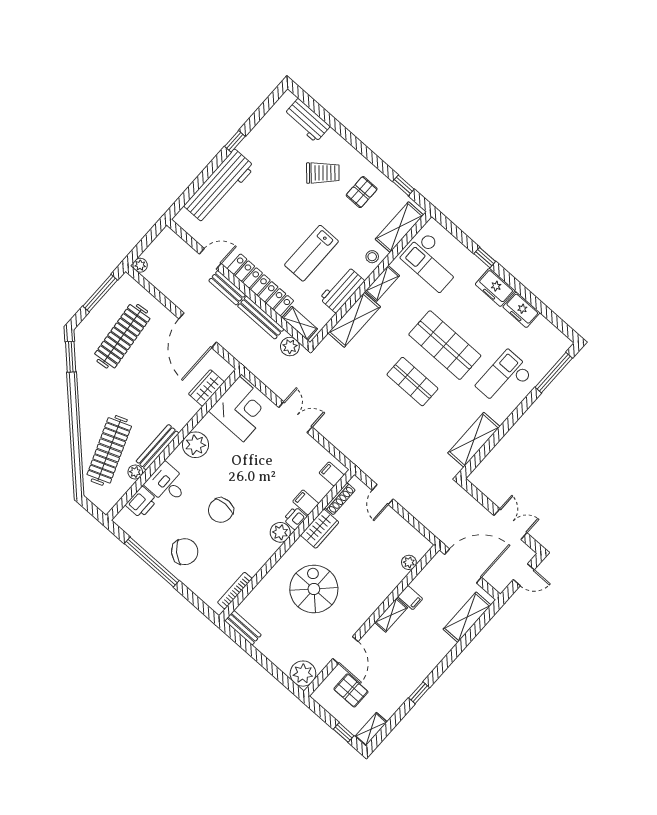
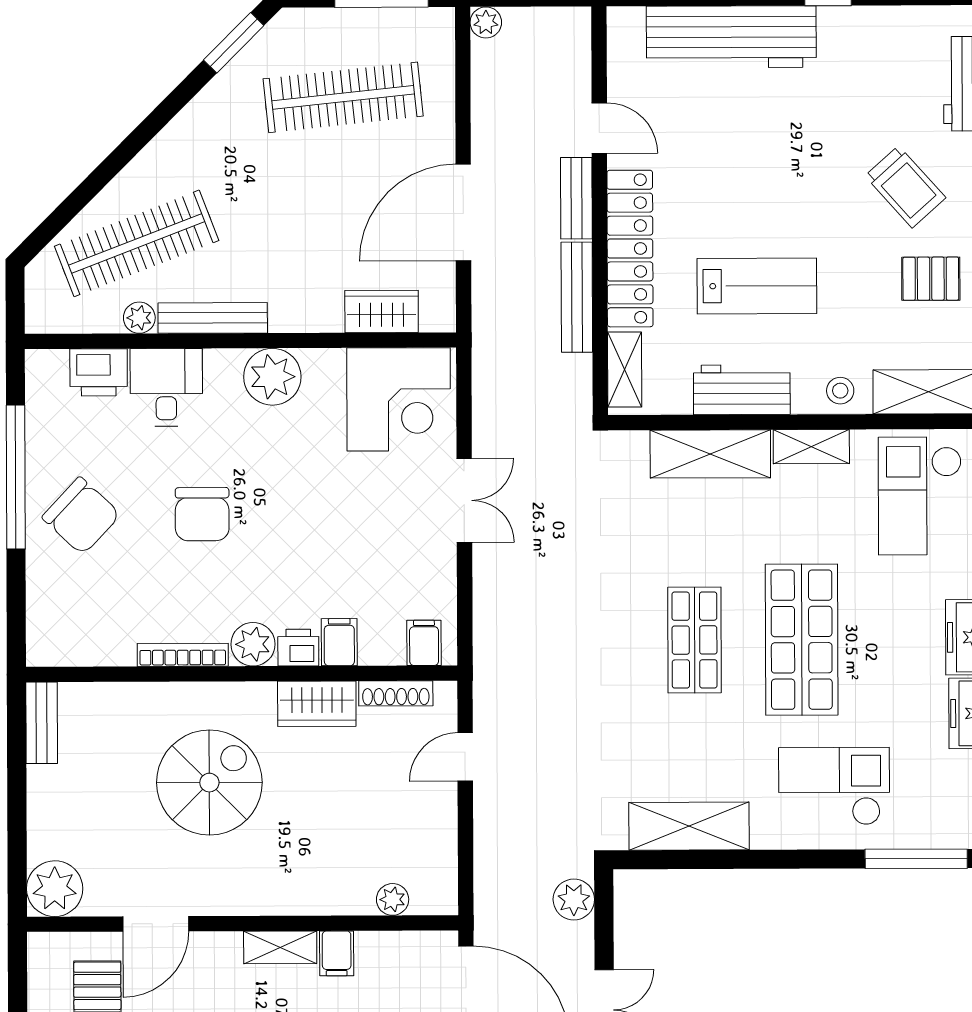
lab bench: (311, 253) -> (757, 286), turned 180
plant: (290, 347) -> (574, 900), moved
chair: (221, 510) -> (202, 514), turned -90
bookcase: (235, 591) -> (183, 655), moved

